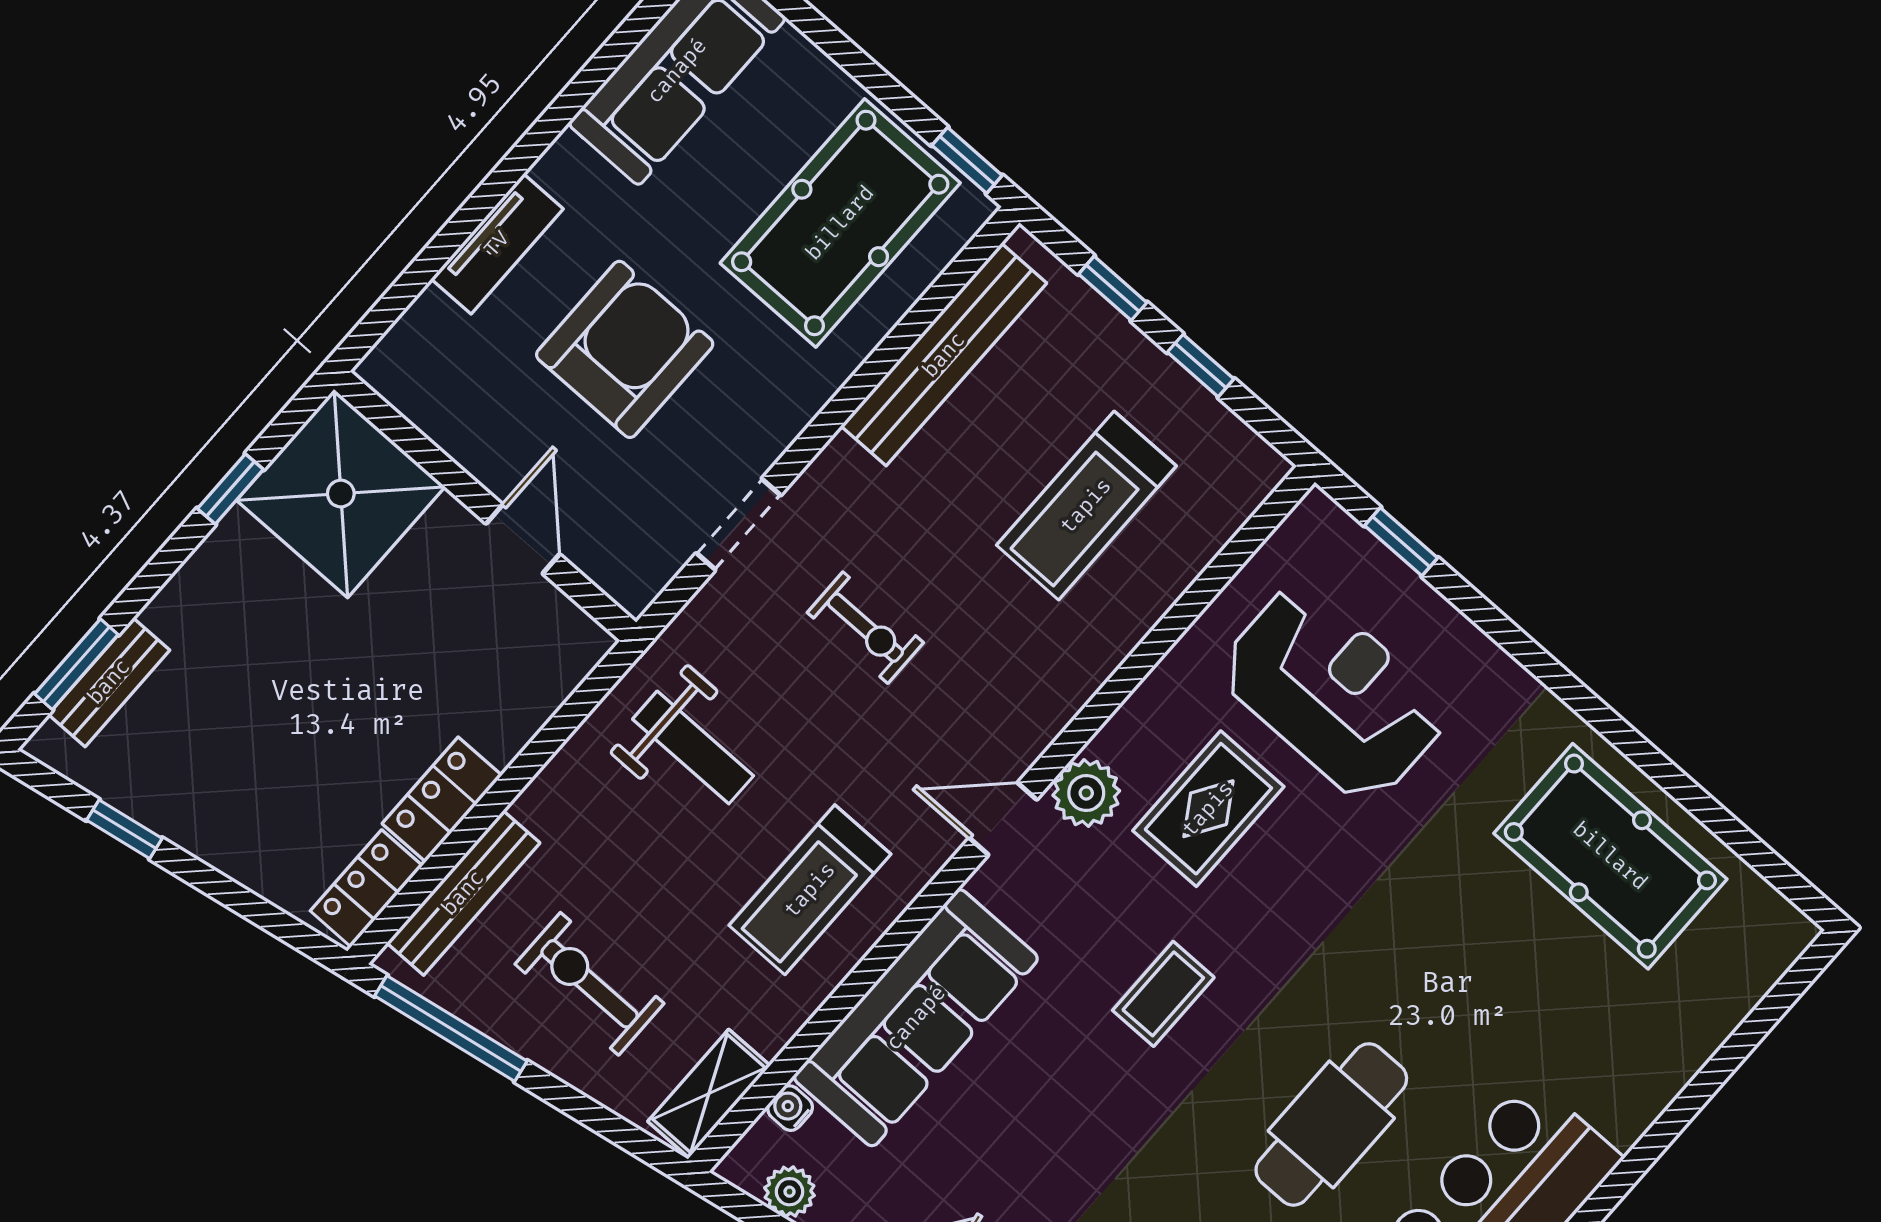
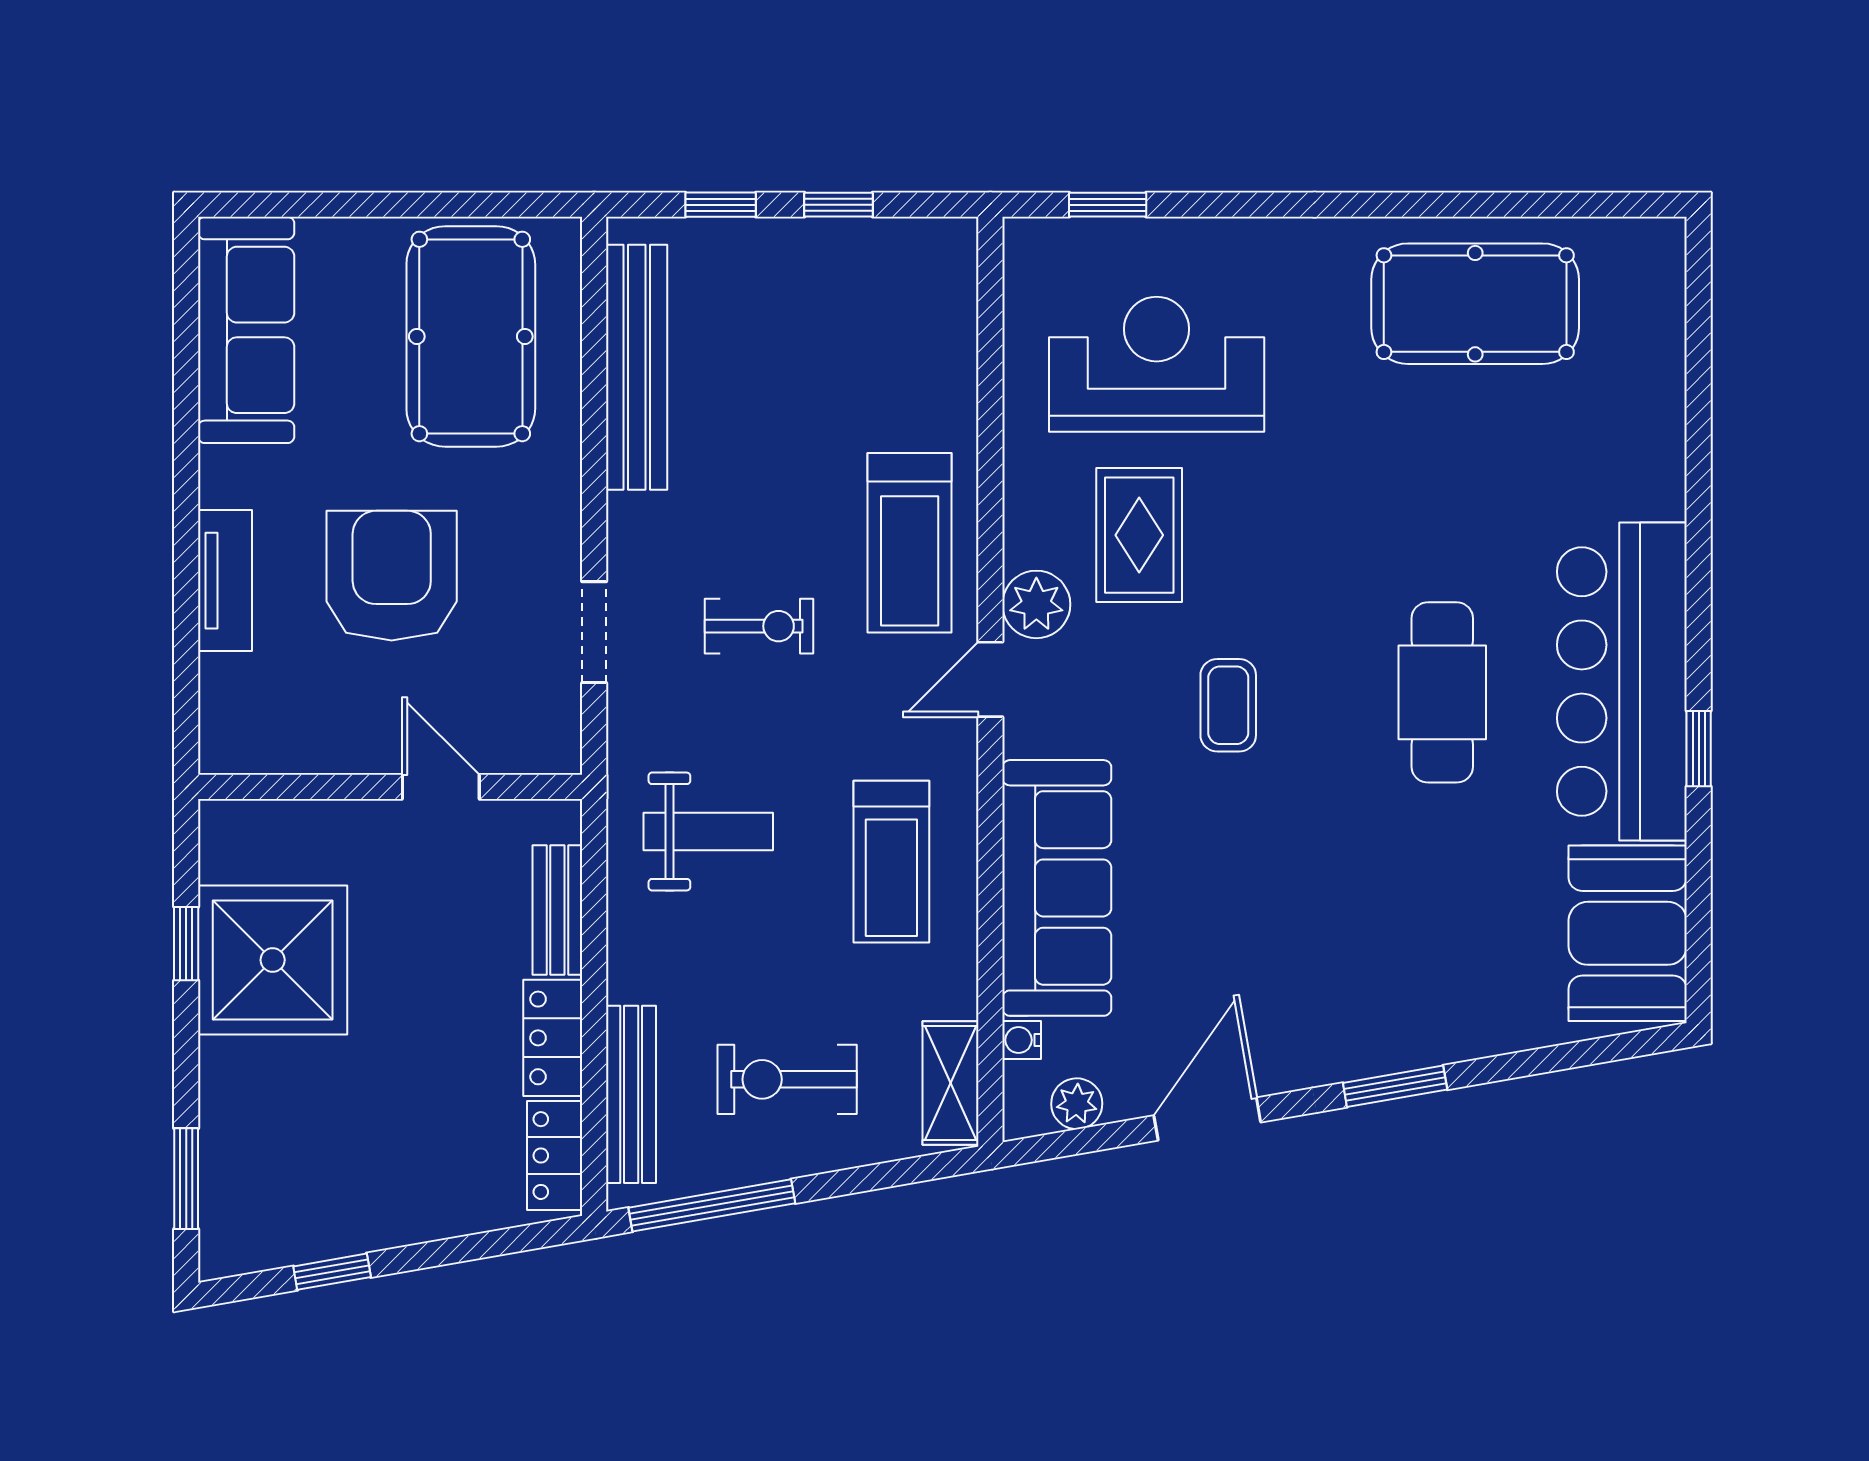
window: (967, 160) -> (525, 205), removed
shower: (341, 494) -> (273, 960), moved
treadmill: (1086, 506) -> (910, 543), moved
bench: (109, 682) -> (557, 910), moved

